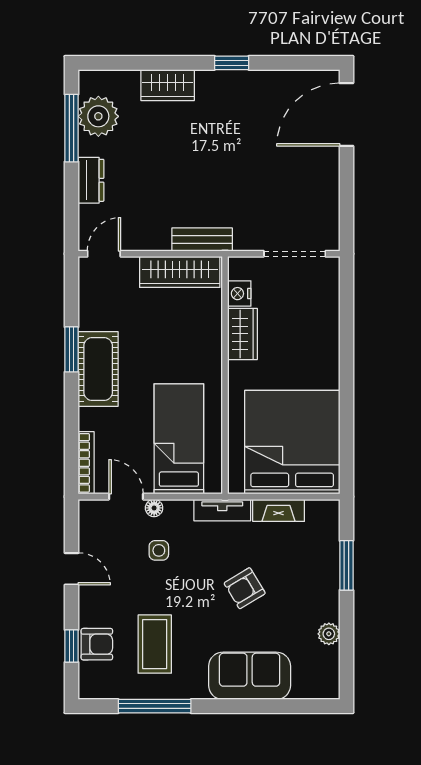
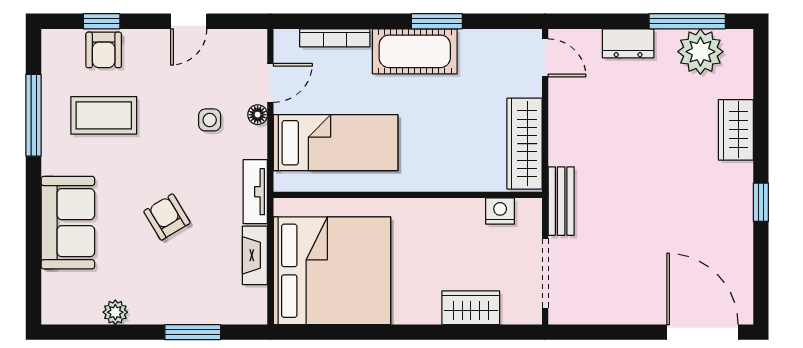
bench: (202, 239) -> (561, 201), moved
wardrobe: (243, 334) -> (471, 308), moved, turned 180
bookcase: (86, 463) -> (335, 38), moved

